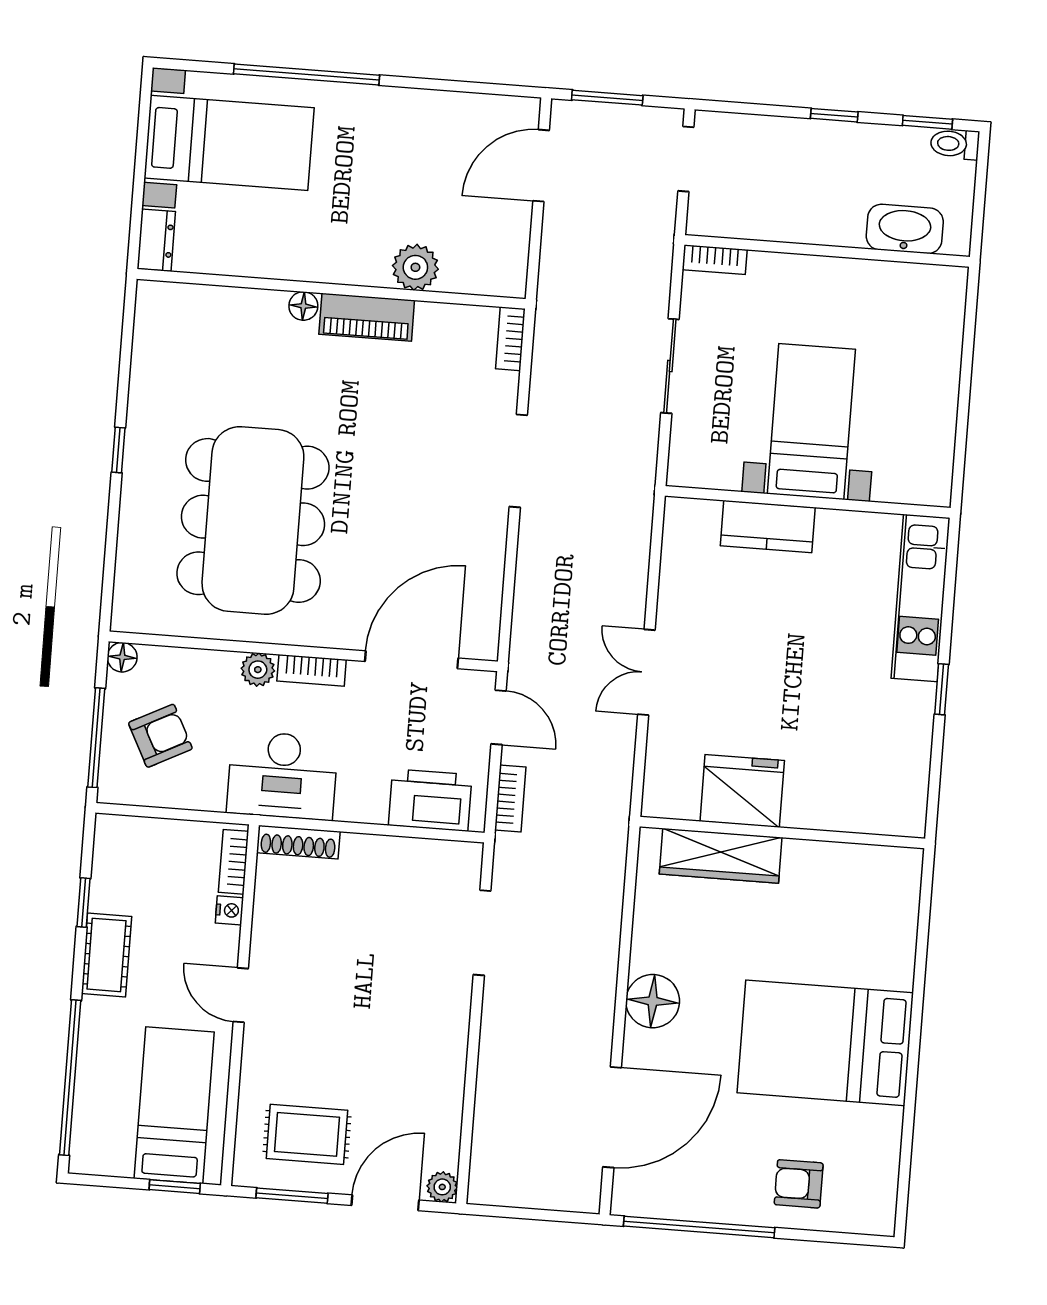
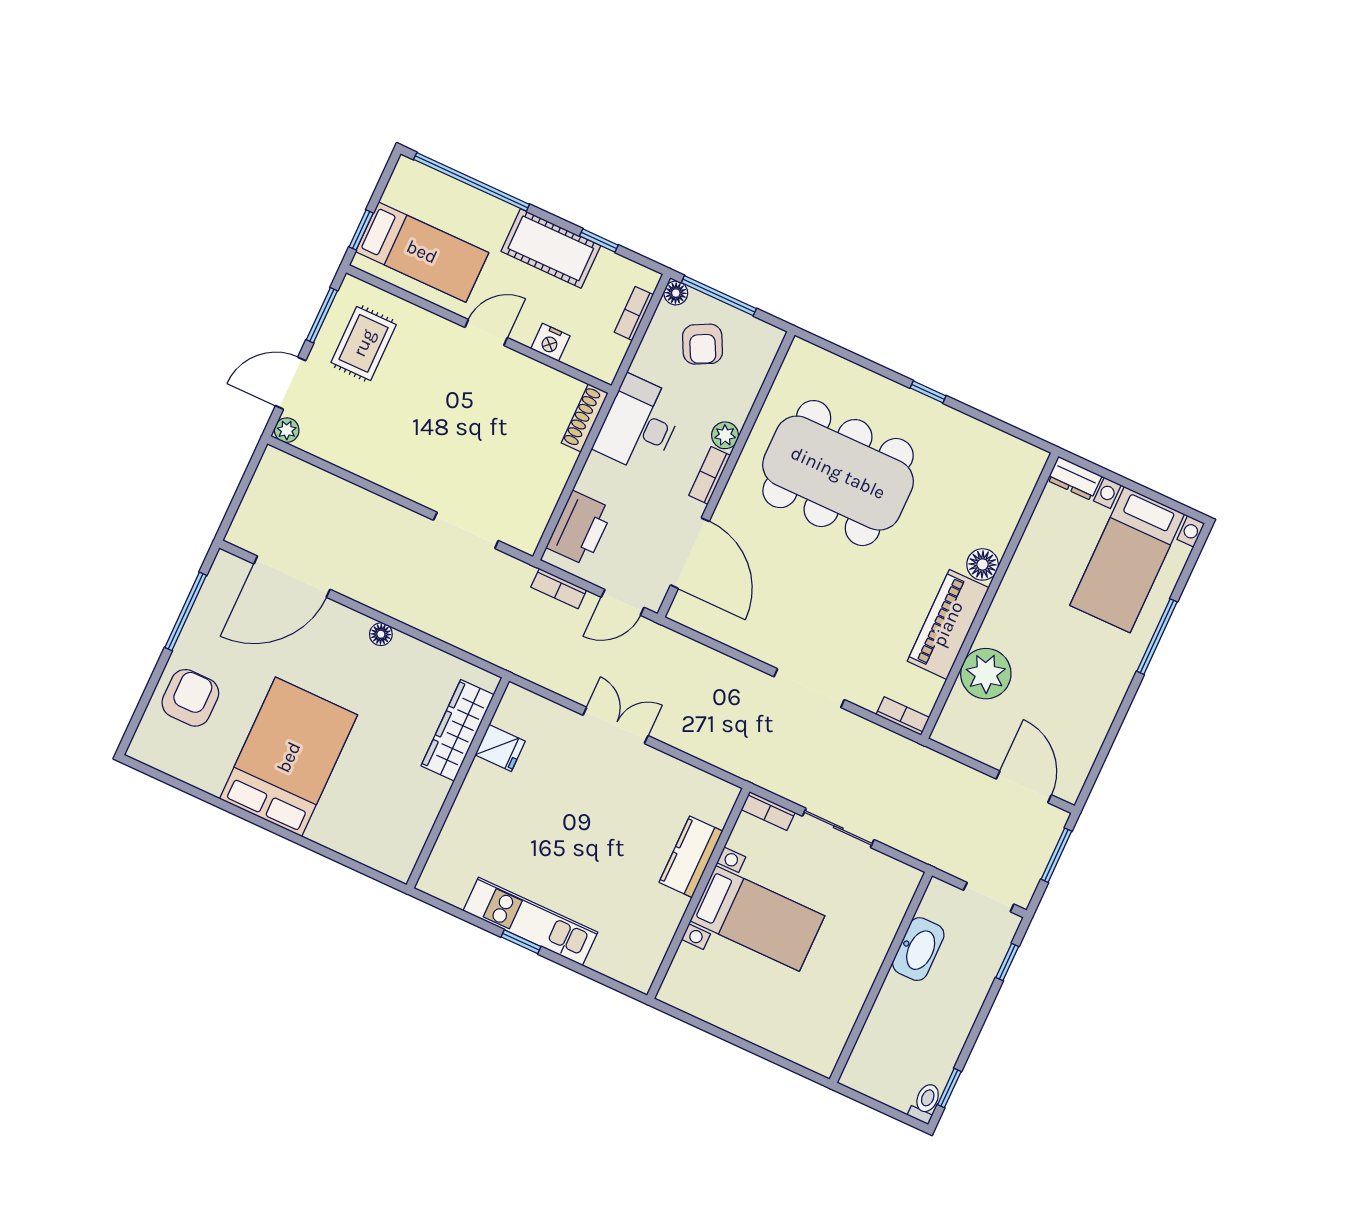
window: (307, 75) -> (1157, 637), width x0.68
window: (834, 115) -> (1007, 962), moved
washbasin: (905, 229) -> (918, 949), moved
bookcase: (715, 260) -> (768, 811), moved, turned -90
plant: (415, 267) -> (986, 674), width x1.36, depth x1.36
floor lamp: (303, 306) -> (983, 564), width x1.37, depth x1.37
piano: (367, 317) -> (948, 624), width x1.37, depth x1.33
kitchen unit: (921, 598) -> (530, 921), moved
floor lamp: (122, 657) -> (676, 293), moved
fridge: (742, 791) -> (500, 748), width x0.53, depth x0.75
bookcase: (234, 862) -> (634, 313), moved, turned -90
nightstand: (229, 910) -> (550, 342), width x1.39, depth x1.35
cot: (106, 955) -> (551, 248), width x1.37, depth x1.34
floor lamp: (653, 1001) -> (381, 634), width x0.53, depth x0.53
door: (612, 1117) -> (292, 577), hinge flipped
armchair: (799, 1184) -> (190, 698), width x1.38, depth x1.38
door: (385, 1203) -> (291, 383), swing flipped
window: (699, 1227) -> (186, 611), width x0.68

